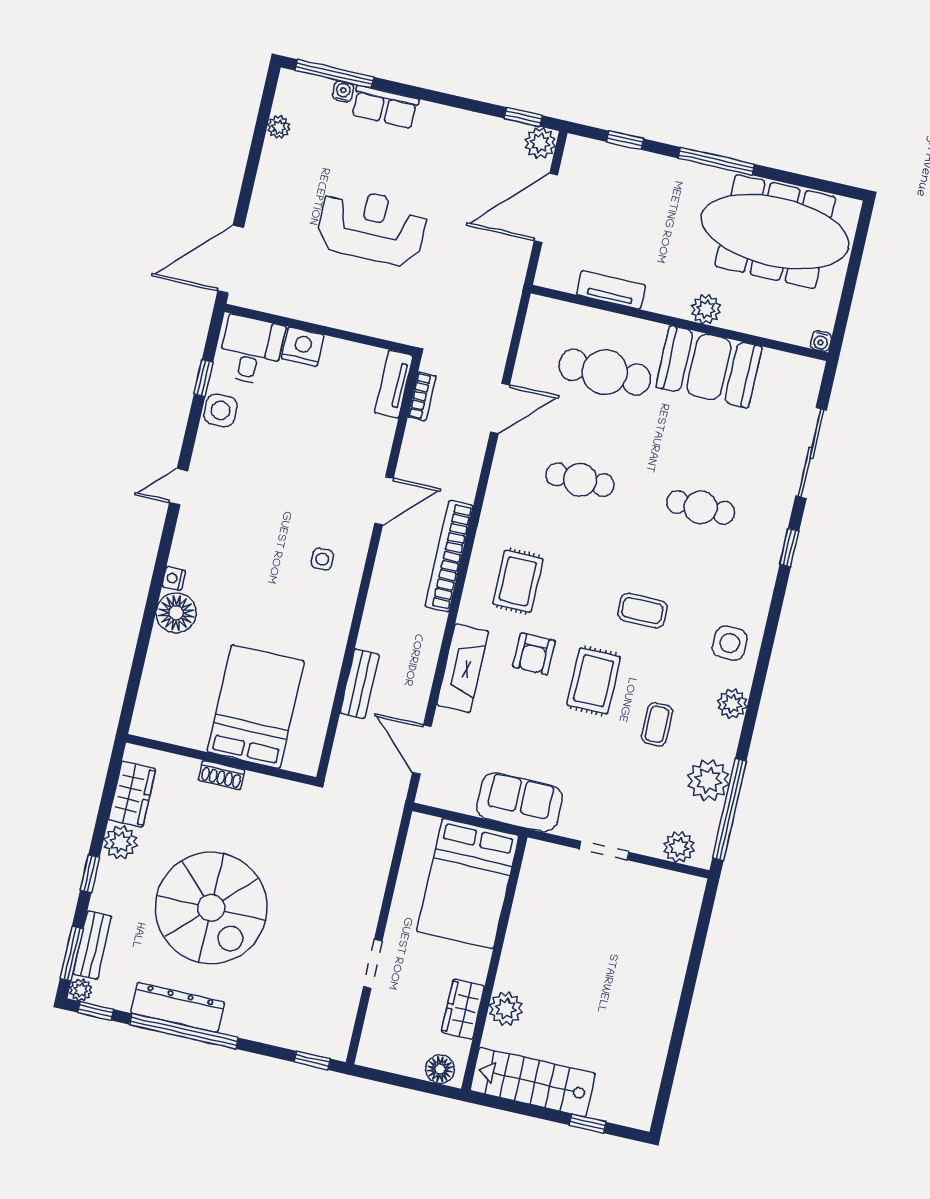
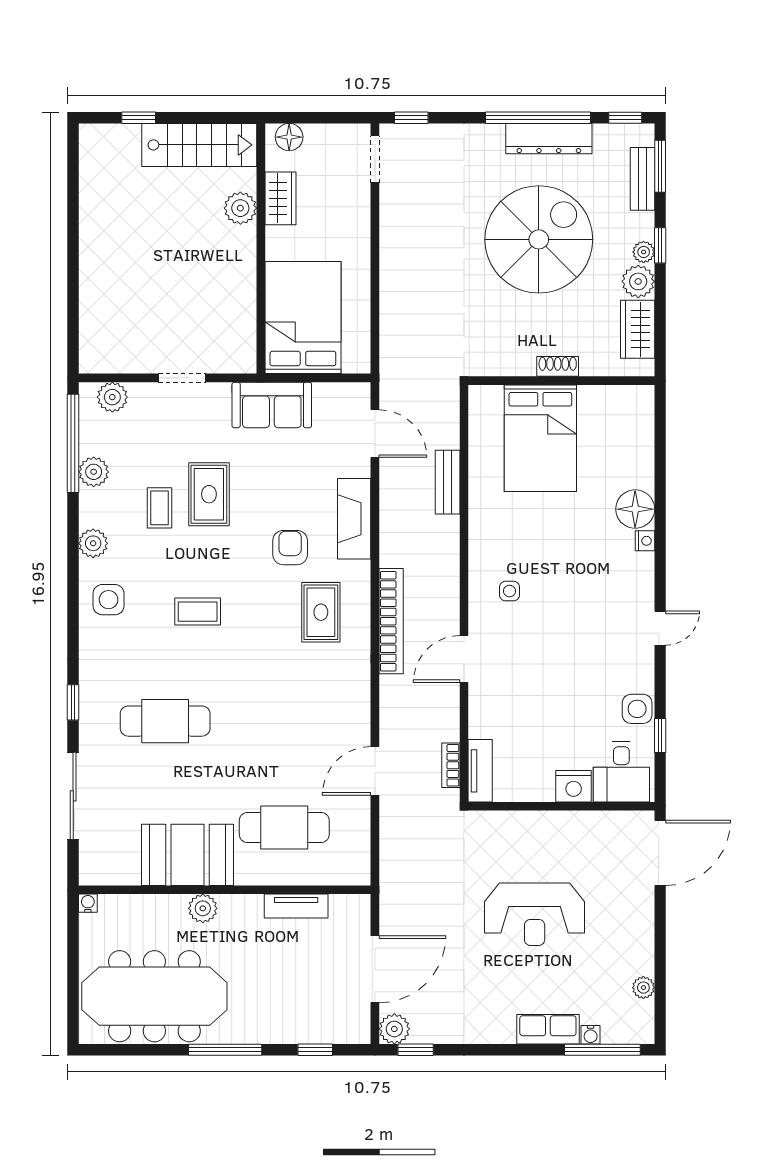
cafe table: (580, 480) -> (284, 721), removed
cafe table: (701, 507) -> (165, 721), width x1.37, depth x1.35
rug: (594, 681) -> (209, 494), moved
plant: (708, 780) -> (94, 472), width x0.73, depth x0.73
spiral stairs: (211, 908) -> (539, 239), turned 90
doorway: (373, 964) -> (375, 159), moved
plant: (81, 990) -> (644, 252), moved

